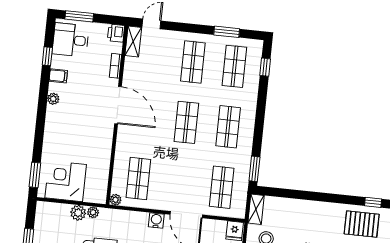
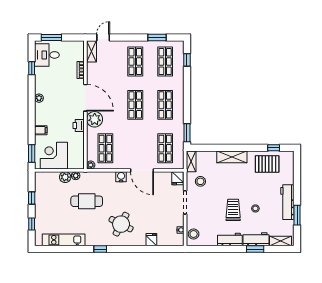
printer: (116, 33) -> (79, 125), moved
filing cabinet: (58, 76) -> (41, 130), moved
plant: (128, 136) -> (95, 119), added
shelving: (313, 209) -> (232, 157), added

